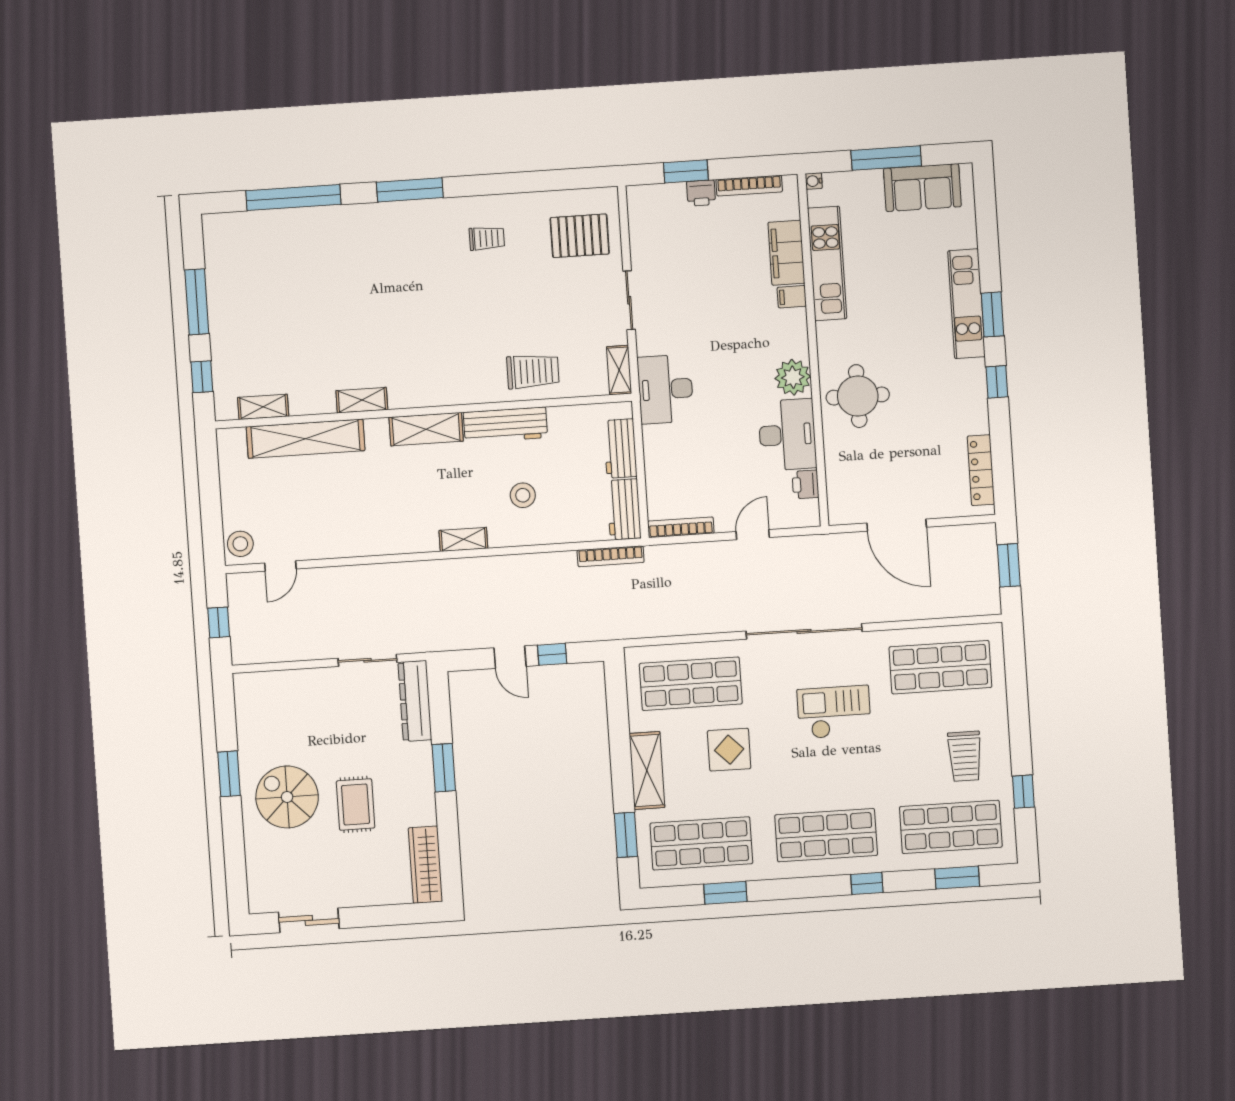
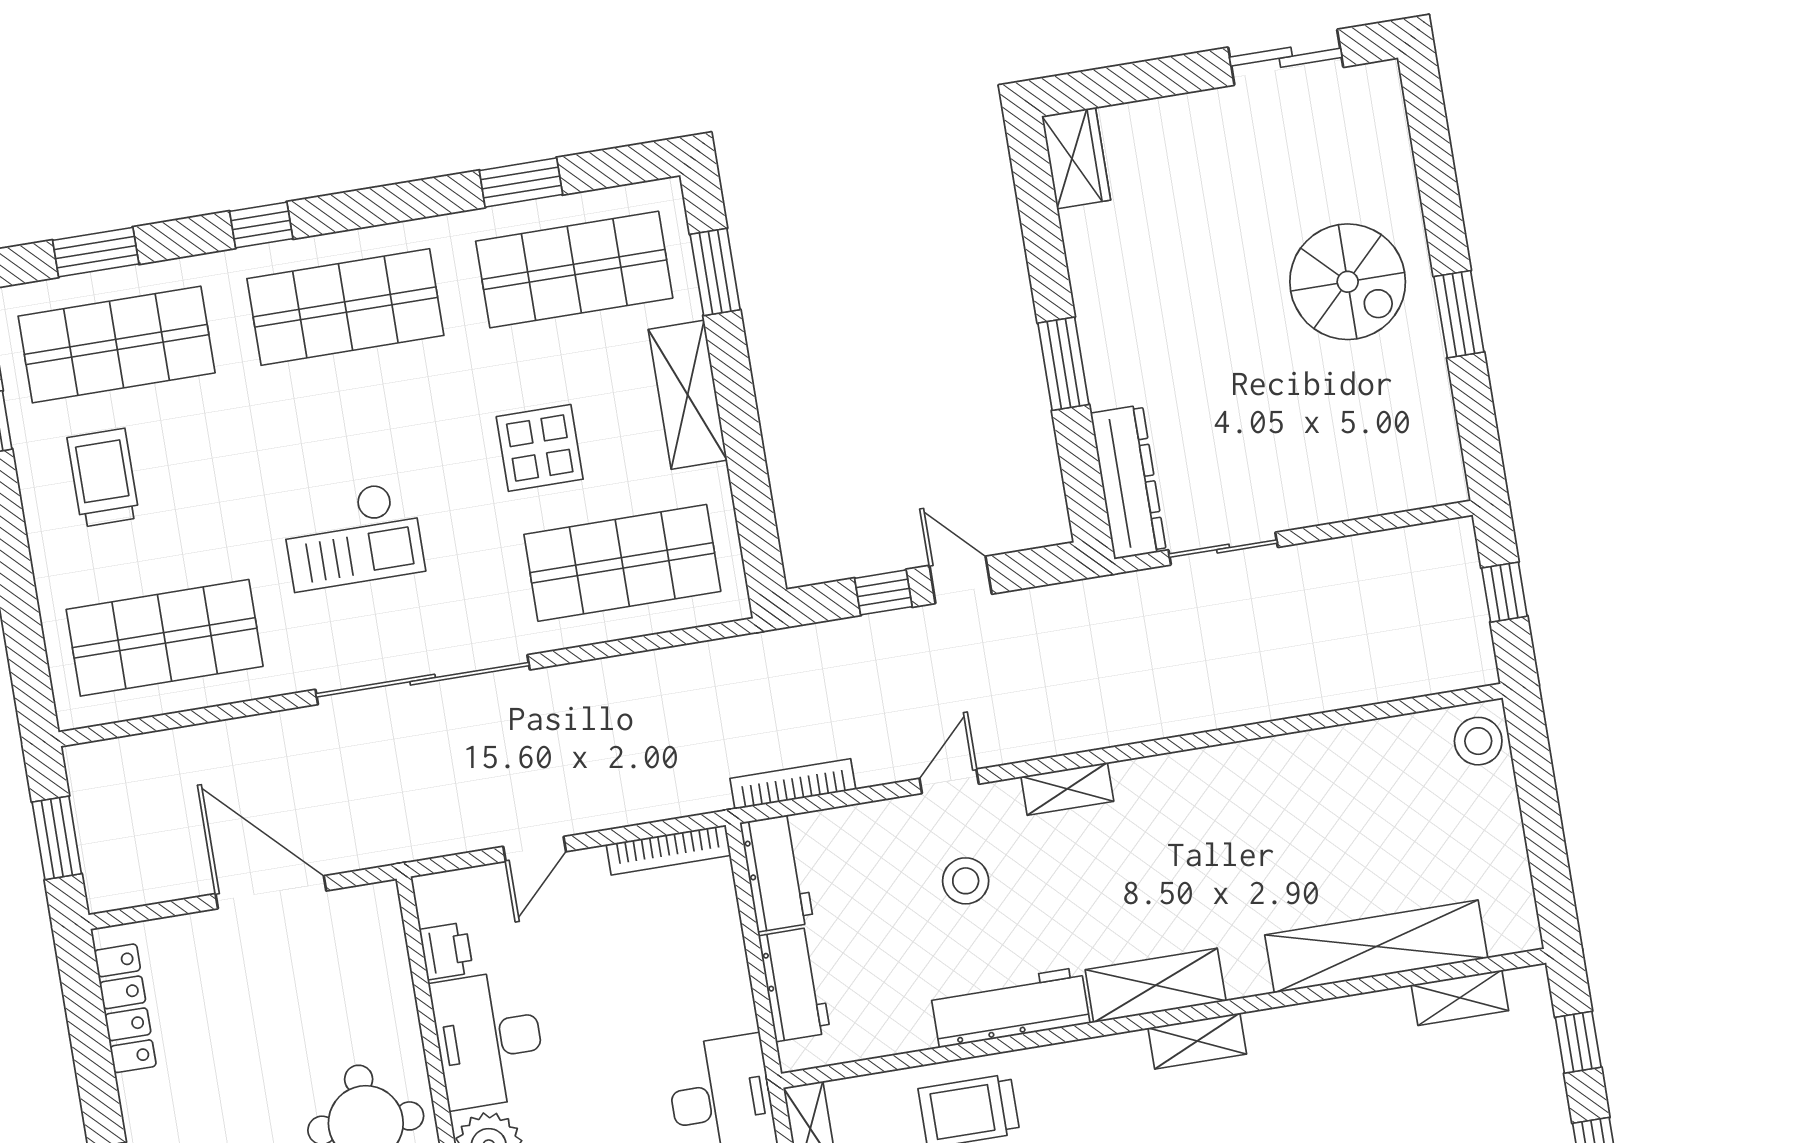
shelving: (362, 400) -> (1197, 1041), moved
door: (280, 566) -> (949, 781), moved
rug: (356, 804) -> (1220, 280), removed
wardrobe: (426, 865) -> (1076, 158), width x0.67

